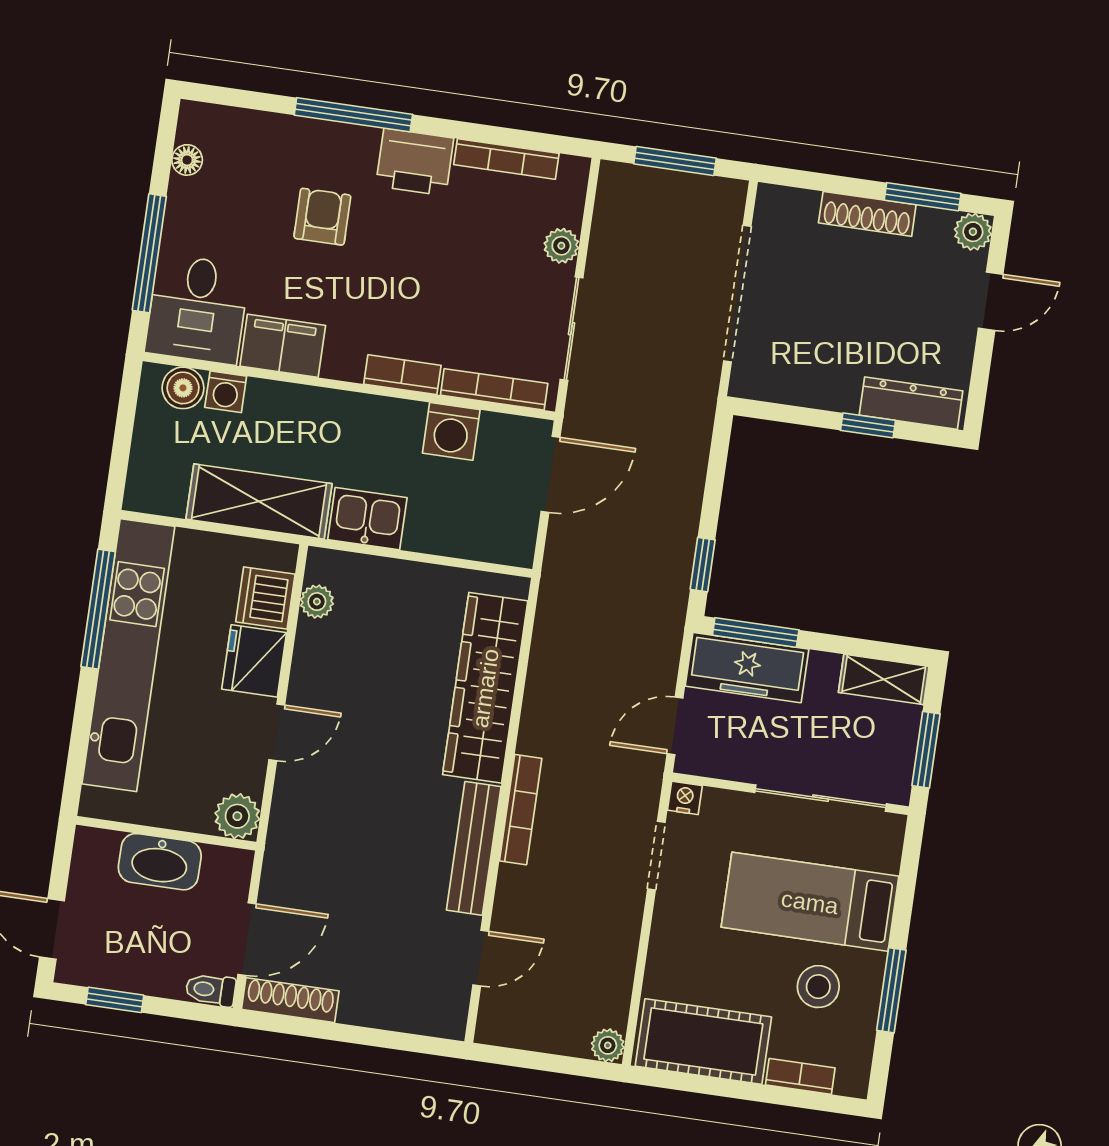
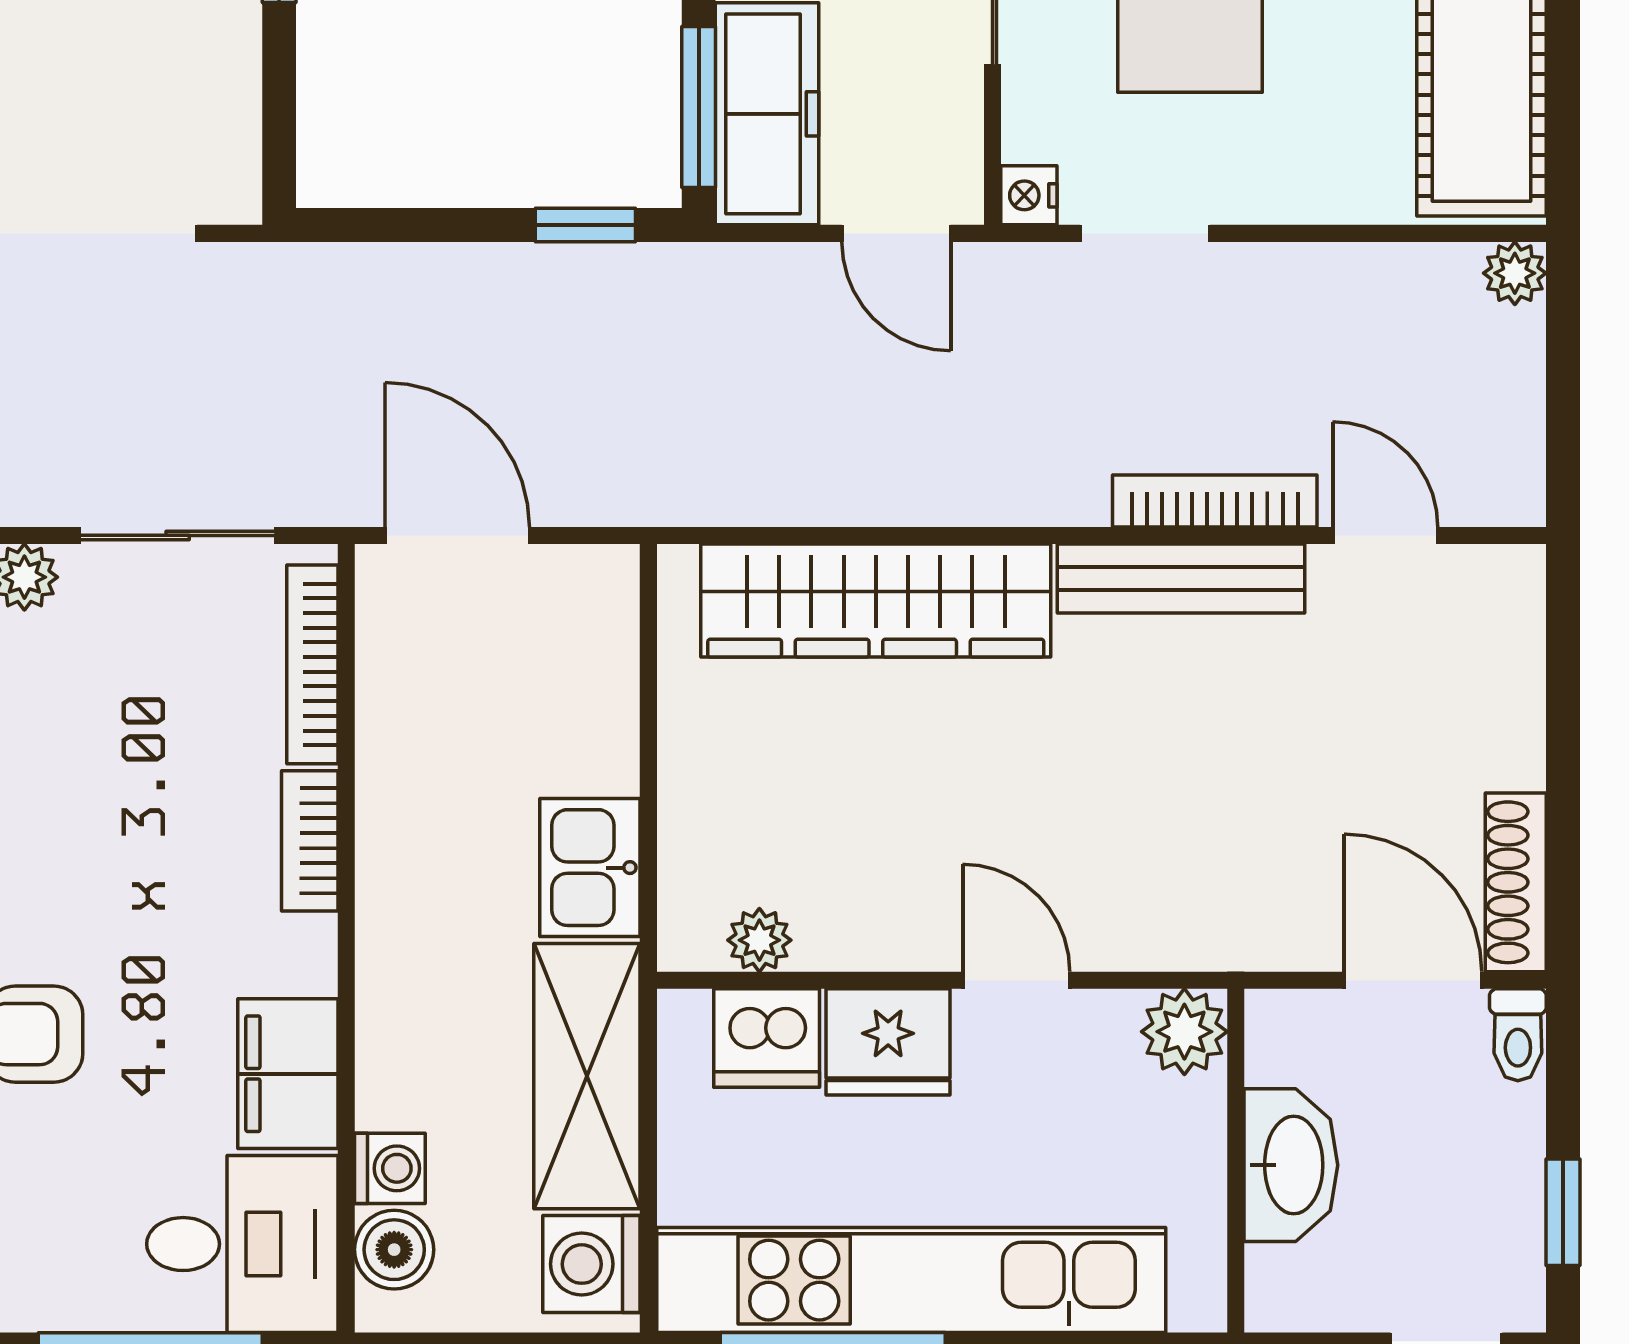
washing machine: (451, 431) -> (591, 1264), moved, turned 180
bookcase: (521, 810) -> (1215, 501), moved

